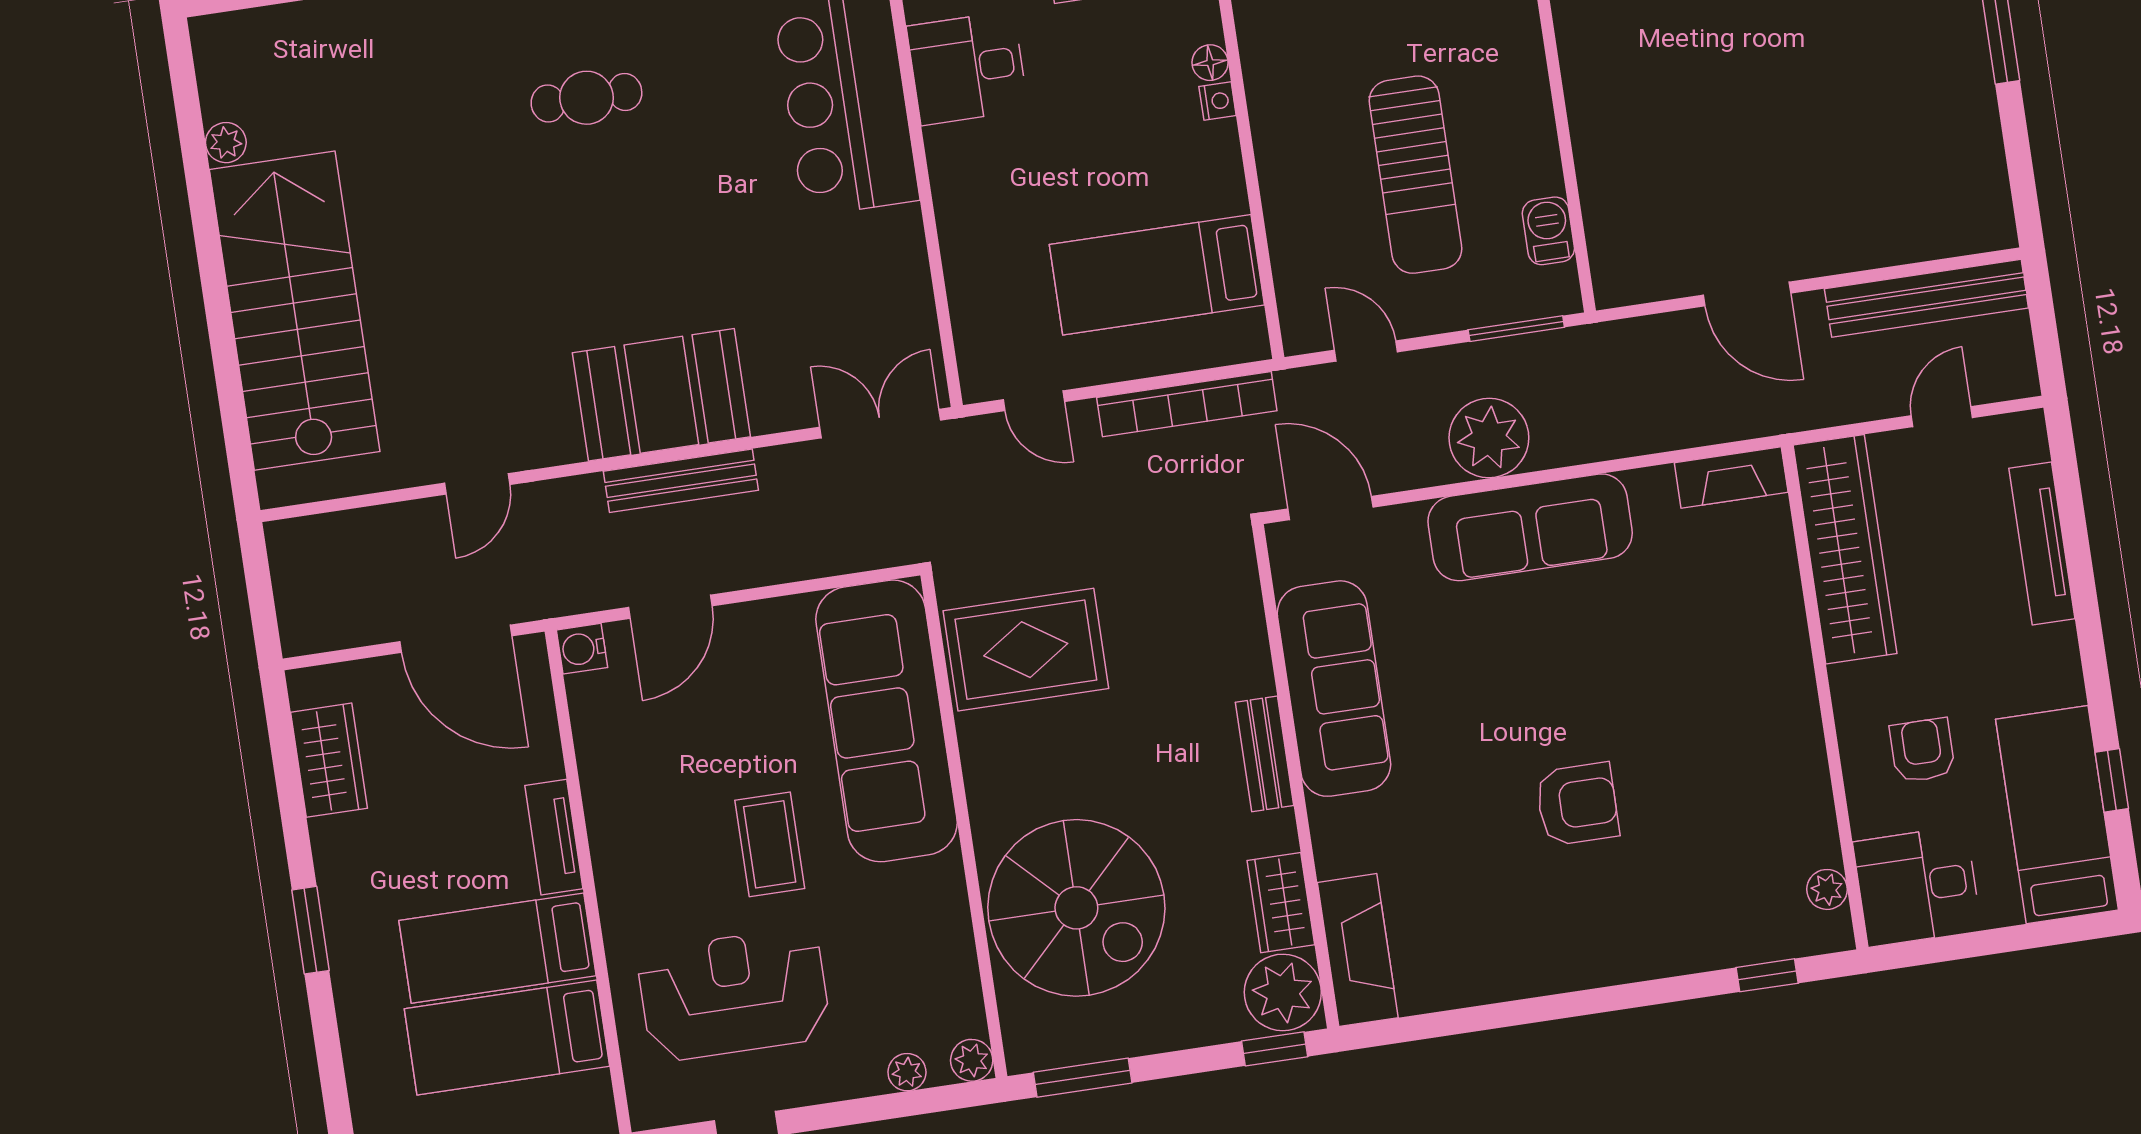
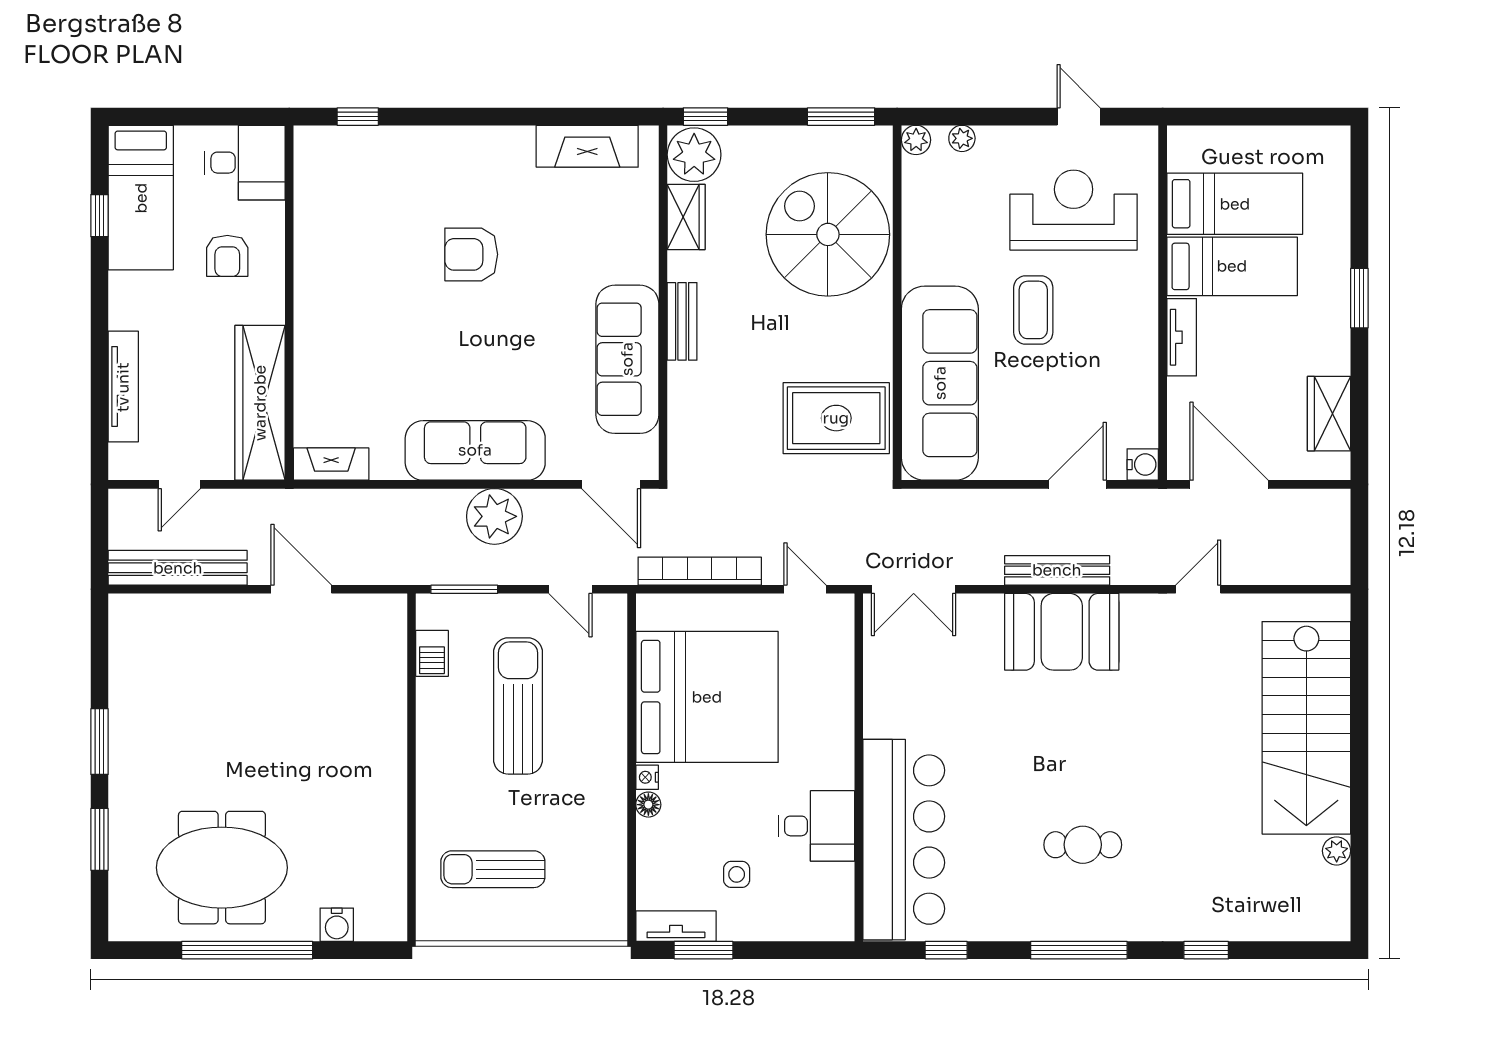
bed: (1157, 275) -> (707, 697), width x2.04
plant: (1827, 889) -> (307, 170), removed
fireplace: (1358, 950) -> (587, 146), moved, turned -90
reception desk: (734, 994) -> (1074, 210), turned 180

